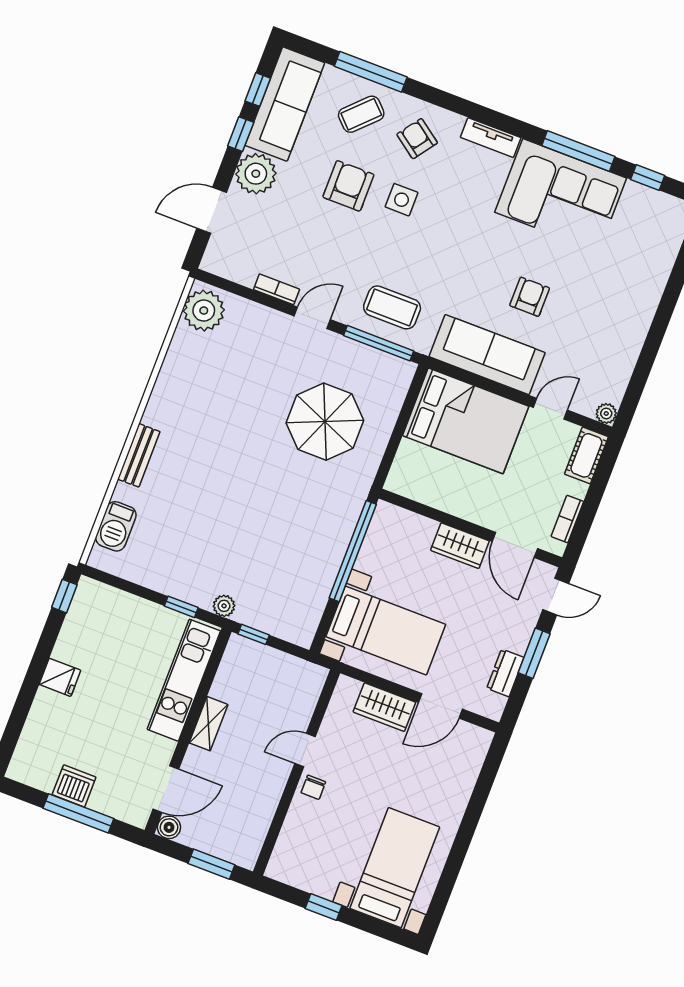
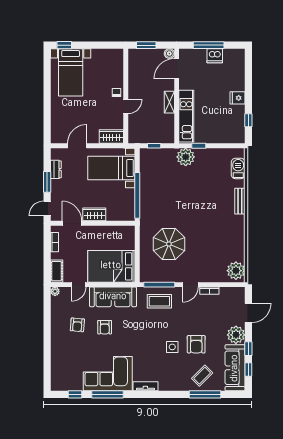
armchair: (417, 139) -> (77, 325), moved, turned 59
window: (64, 596) -> (248, 120), moved
plant: (224, 606) -> (186, 157), width x1.88, depth x1.88
window: (254, 634) -> (154, 146), moved
wardrobe: (384, 707) -> (111, 136), moved
window: (324, 907) -> (64, 45), moved

